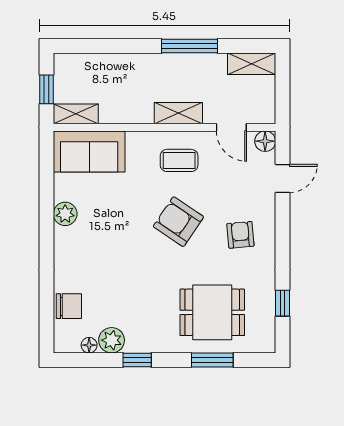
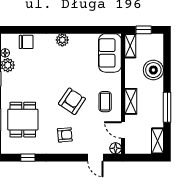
boiler: (121, 71) -> (153, 70), added
door: (231, 127) -> (123, 130), hinge flipped
plant: (65, 214) -> (62, 40), moved
chair: (69, 306) -> (26, 42), turned -90

